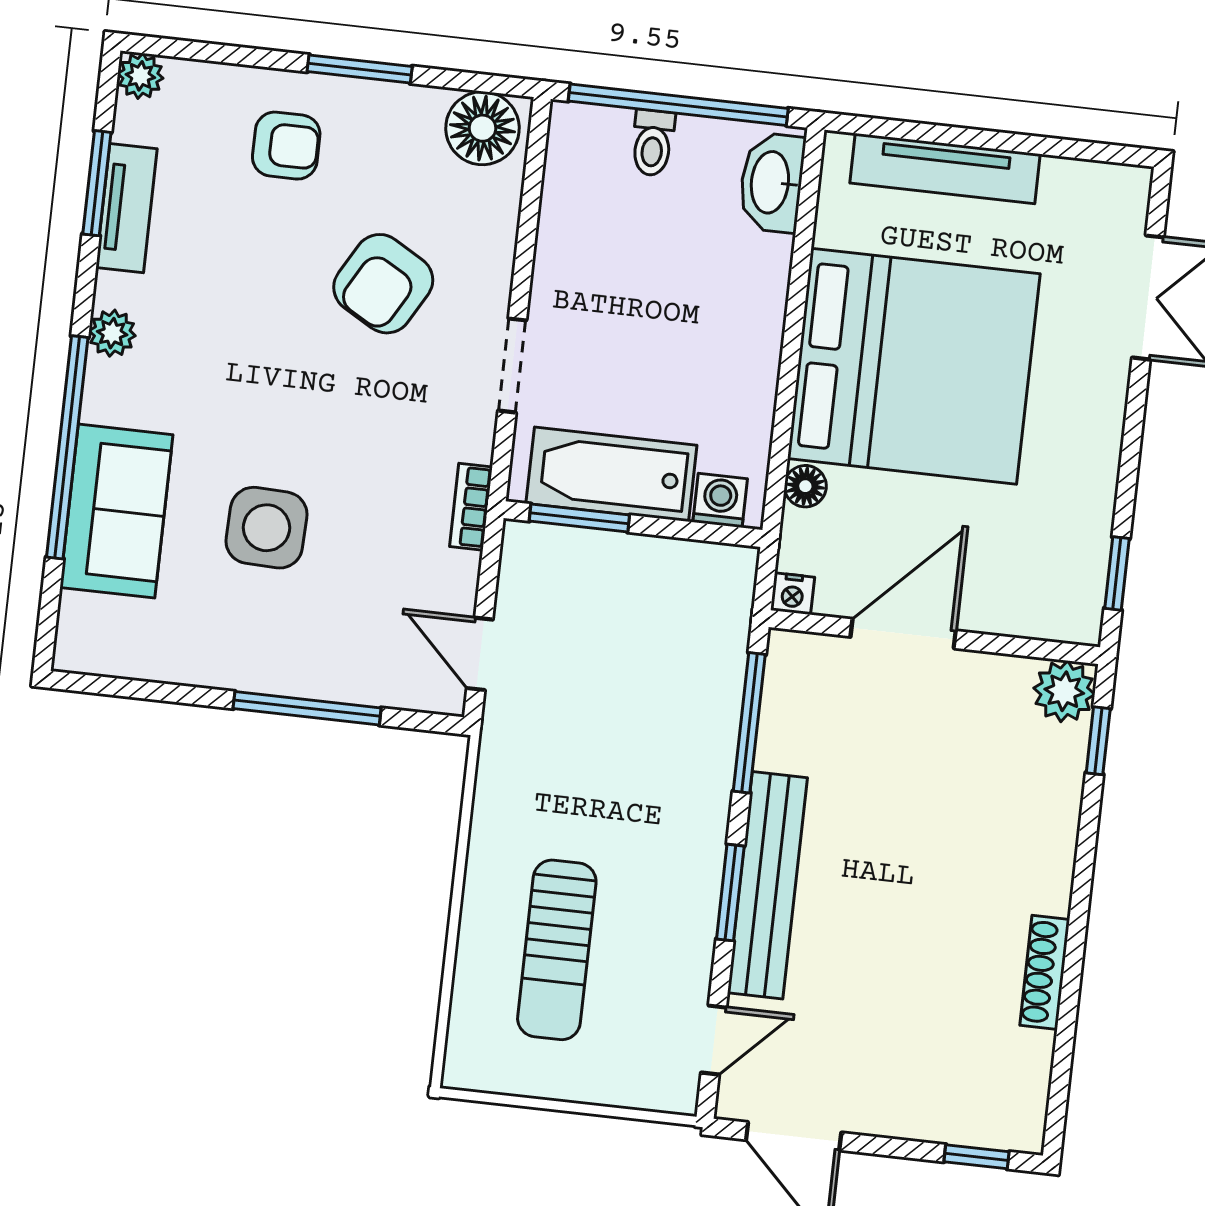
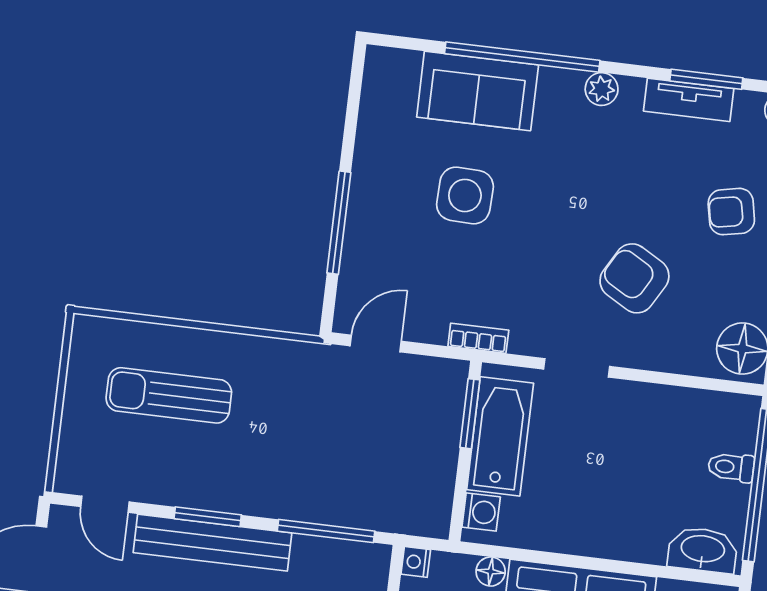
armchair: (286, 146) -> (731, 212), turned 79

